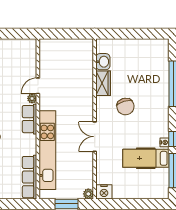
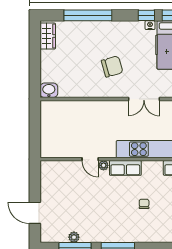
washbasin: (103, 62) -> (49, 90), moved
wardrobe: (103, 83) -> (48, 36), moved, turned 90

